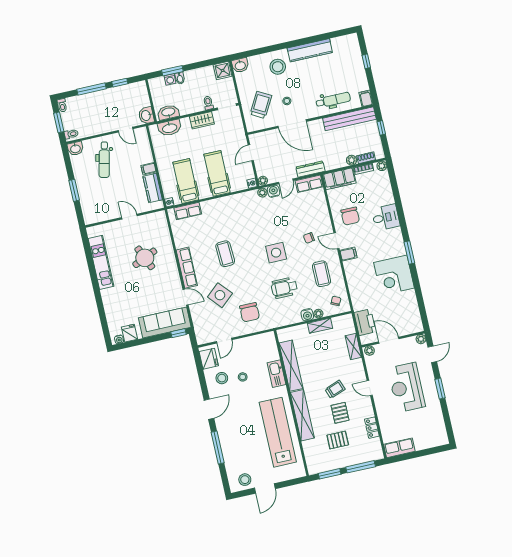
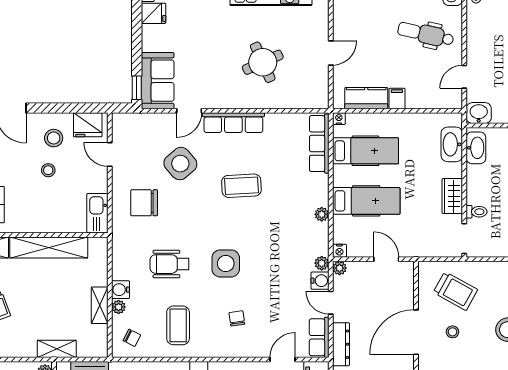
plant: (232, 199) -> (322, 214), added
row of seats: (188, 211) -> (319, 144), width x1.48
door: (337, 241) -> (282, 359), moved
coffee table: (322, 274) -> (178, 325), turned 90
wheelchair: (284, 288) -> (169, 264), turned -90
sofa: (165, 323) -> (158, 81), width x0.73
kitchen sink: (277, 374) -> (97, 213), moved, turned -90

